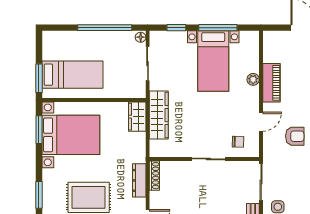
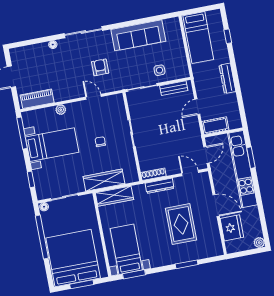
window: (218, 28) -> (22, 133), moved
bed: (72, 75) -> (73, 258), width x2.04
window: (39, 78) -> (82, 284), moved
piano: (272, 83) -> (37, 99), moved
wardrobe: (137, 117) -> (114, 196), width x1.50
bed with nightstands: (71, 135) -> (126, 249), width x0.73
chair: (238, 142) -> (100, 142), moved

